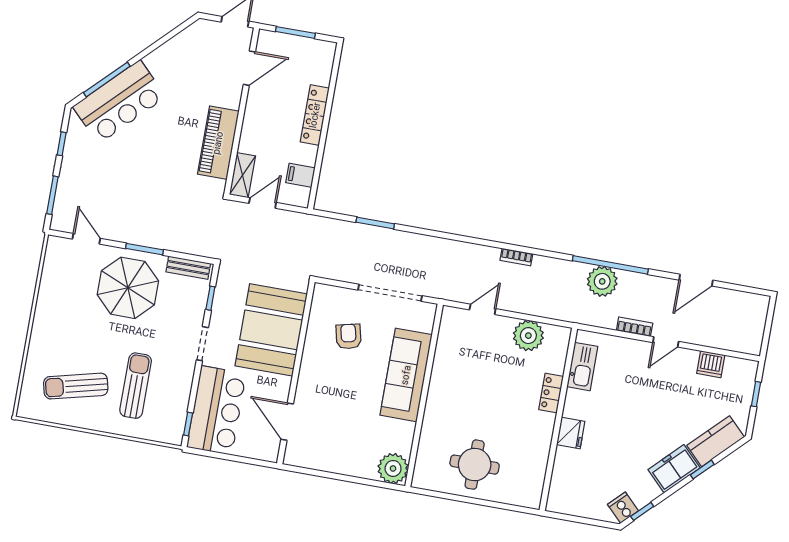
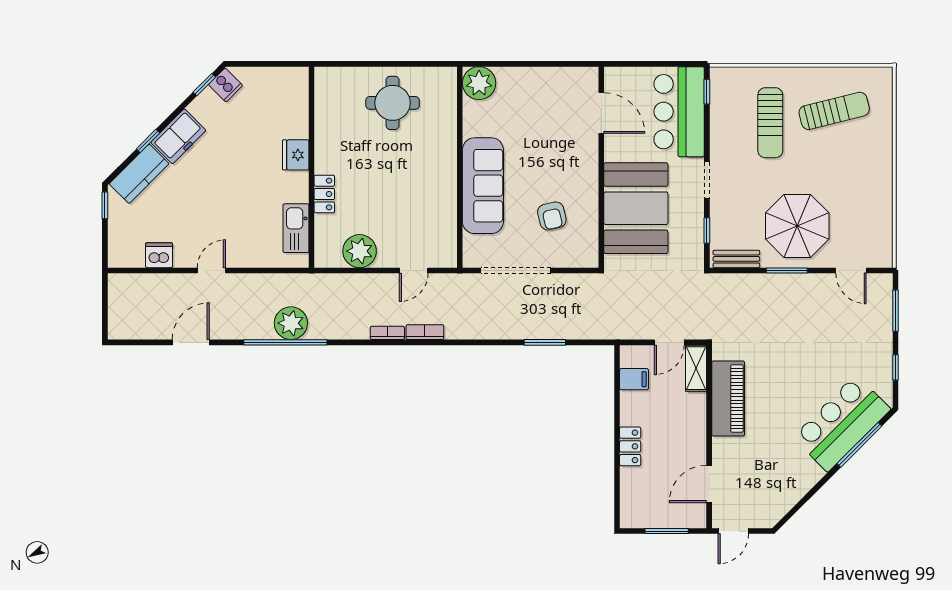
locker: (315, 115) -> (630, 446), width x0.66
bookcase: (635, 327) -> (425, 332), moved, turned 180
window: (756, 394) -> (105, 205), moved

